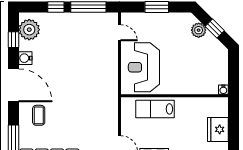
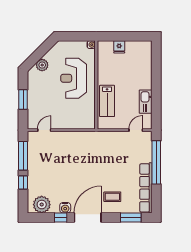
window: (215, 29) -> (41, 52), removed
window: (13, 40) -> (61, 217), moved
reception desk: (144, 67) -> (74, 78), moved, turned 90
fridge: (218, 129) -> (119, 47), width x0.53, depth x0.75

